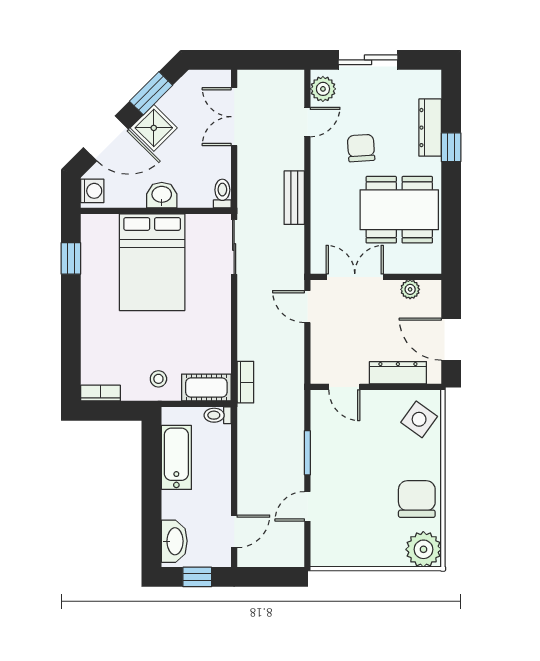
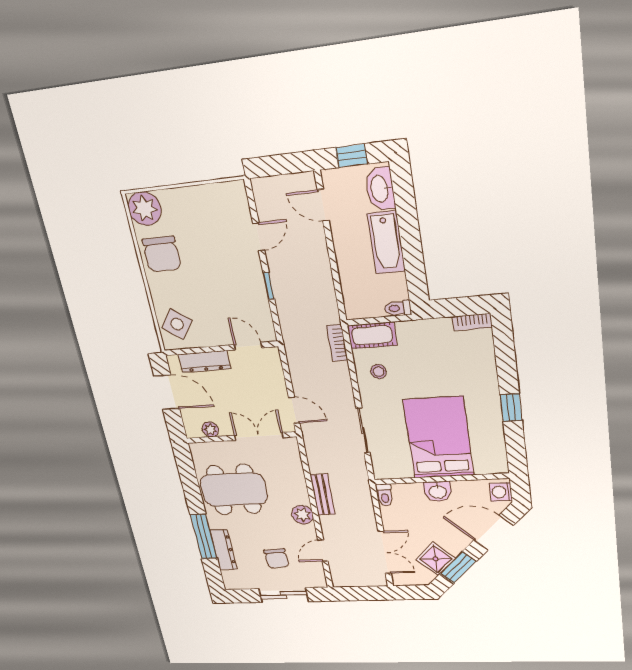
plant: (323, 89) -> (302, 515), moved
shower: (154, 128) -> (436, 559), moved
window: (451, 147) -> (204, 536), width x2.17
chair: (361, 148) -> (277, 558), moved
sliding door: (234, 247) -> (363, 431), moved
window: (71, 258) -> (511, 408), moved
double door: (355, 277) -> (259, 436), swing flipped
stool: (158, 379) -> (379, 372), moved
toilet: (218, 415) -> (398, 308), moved, turned 180
window: (307, 453) -> (269, 286), width x0.67
bathtub: (176, 457) -> (386, 242), moved
door: (234, 531) -> (323, 205), hinge flipped

